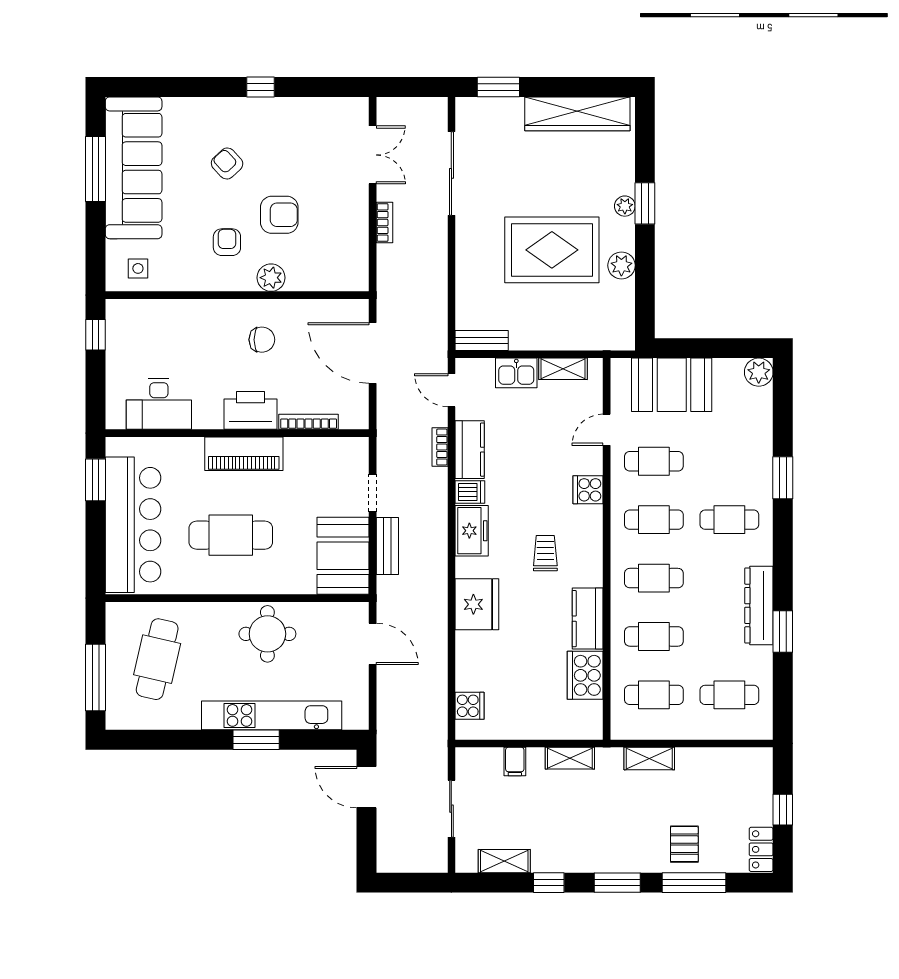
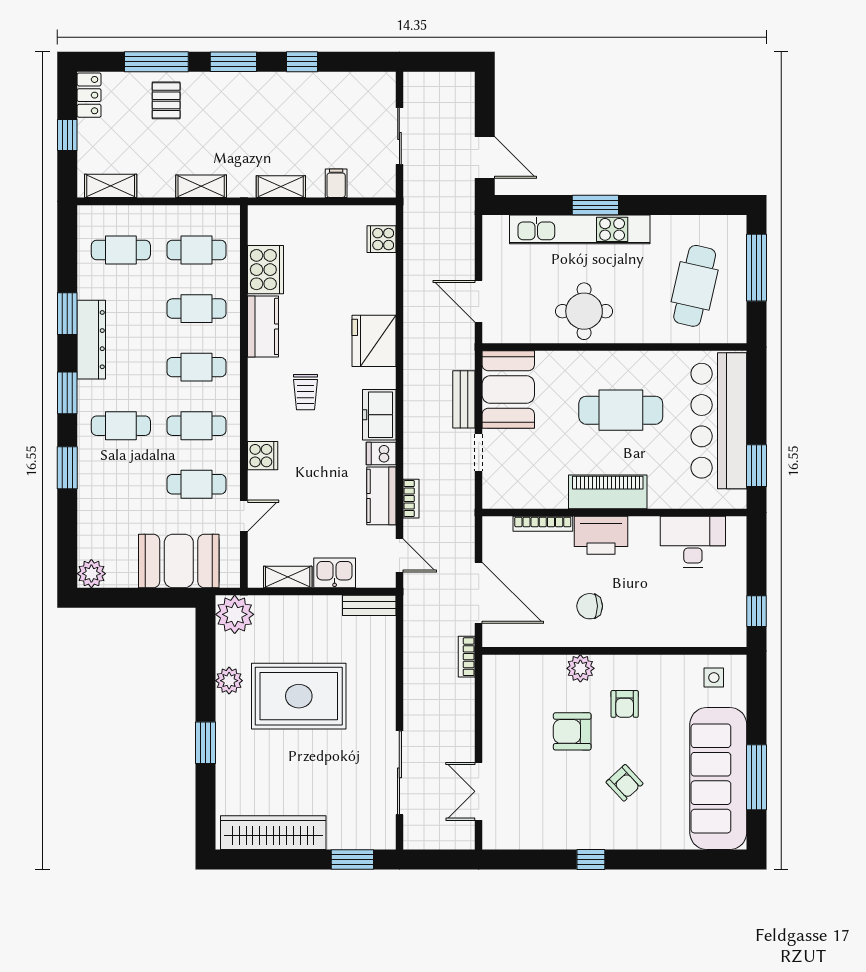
plant: (625, 206) -> (235, 614), moved, width x1.88, depth x1.88
bookcase: (385, 223) -> (467, 657), moved
window: (783, 552) -> (67, 393), added
shelving: (504, 861) -> (111, 186), moved

